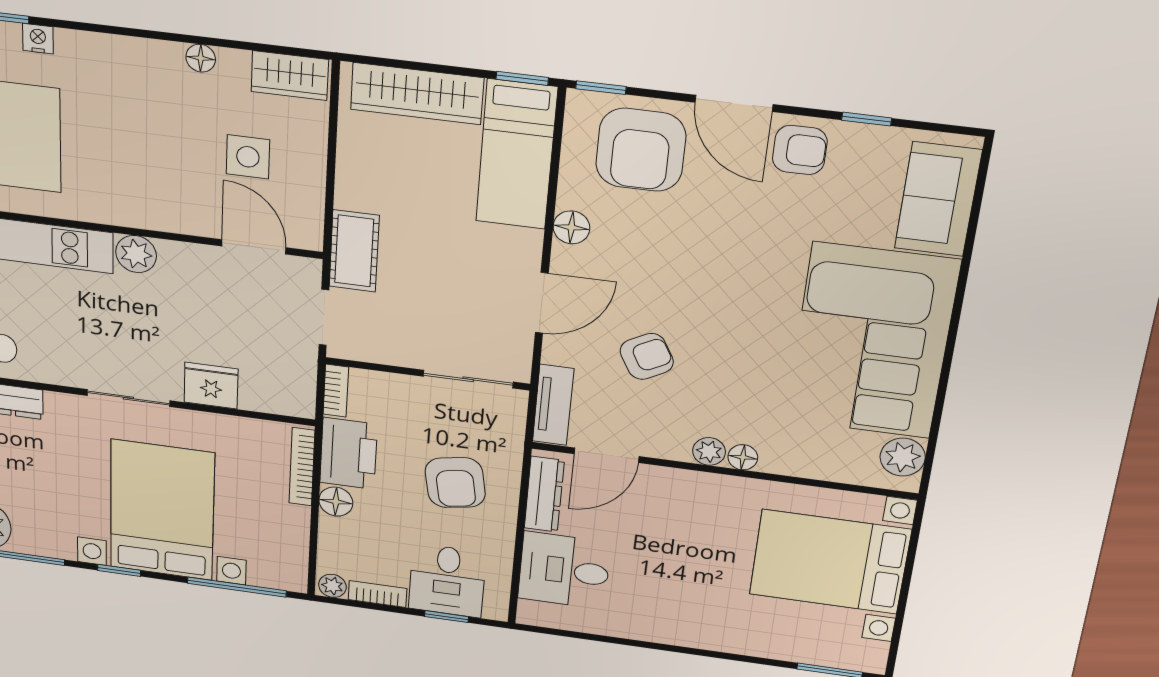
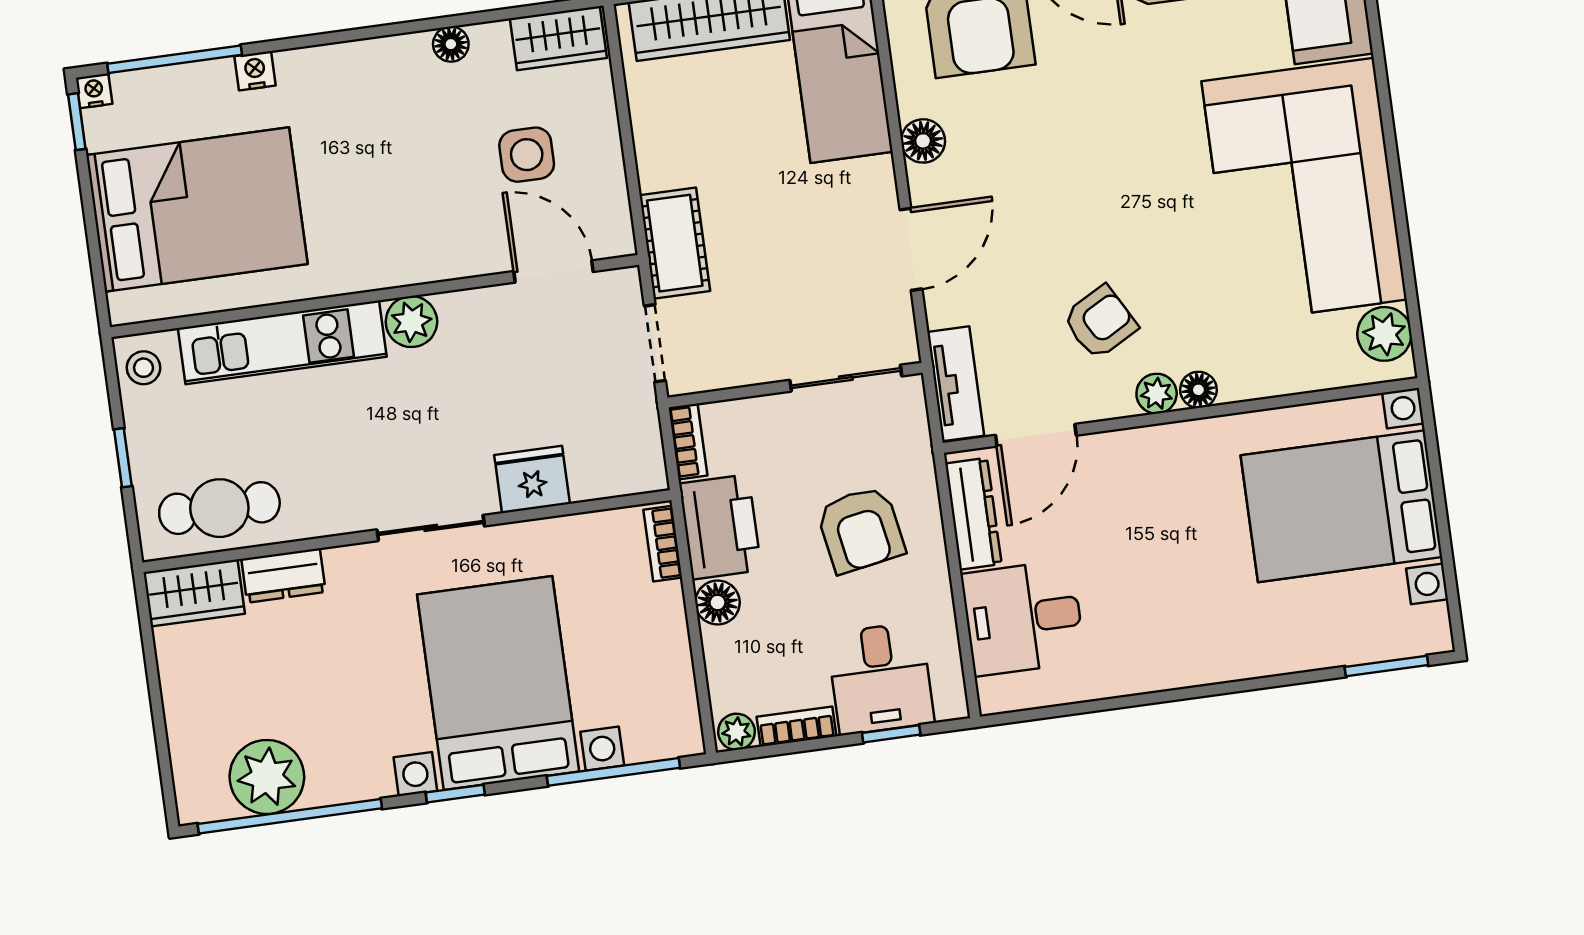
armchair: (647, 356) -> (1100, 322), moved
bookcase: (302, 467) -> (663, 544), width x0.64

